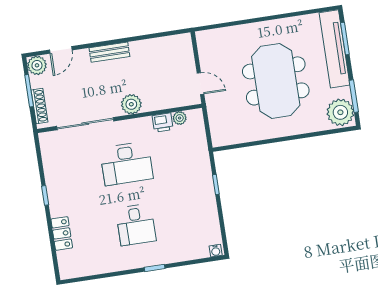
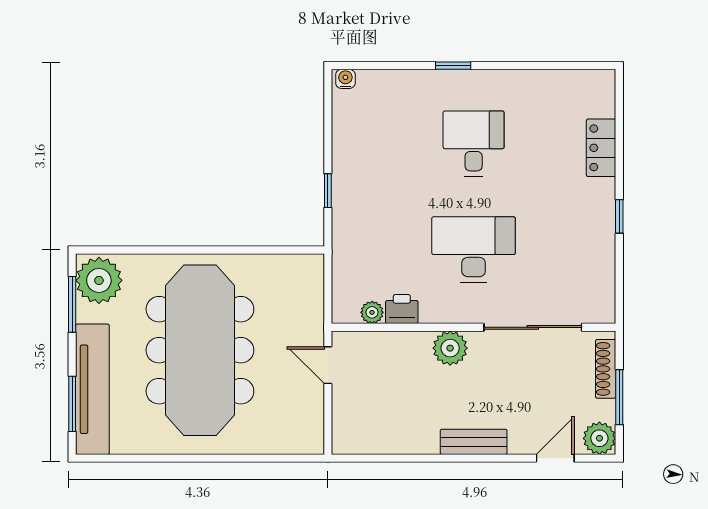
meeting table: (276, 81) -> (200, 350), width x1.36

